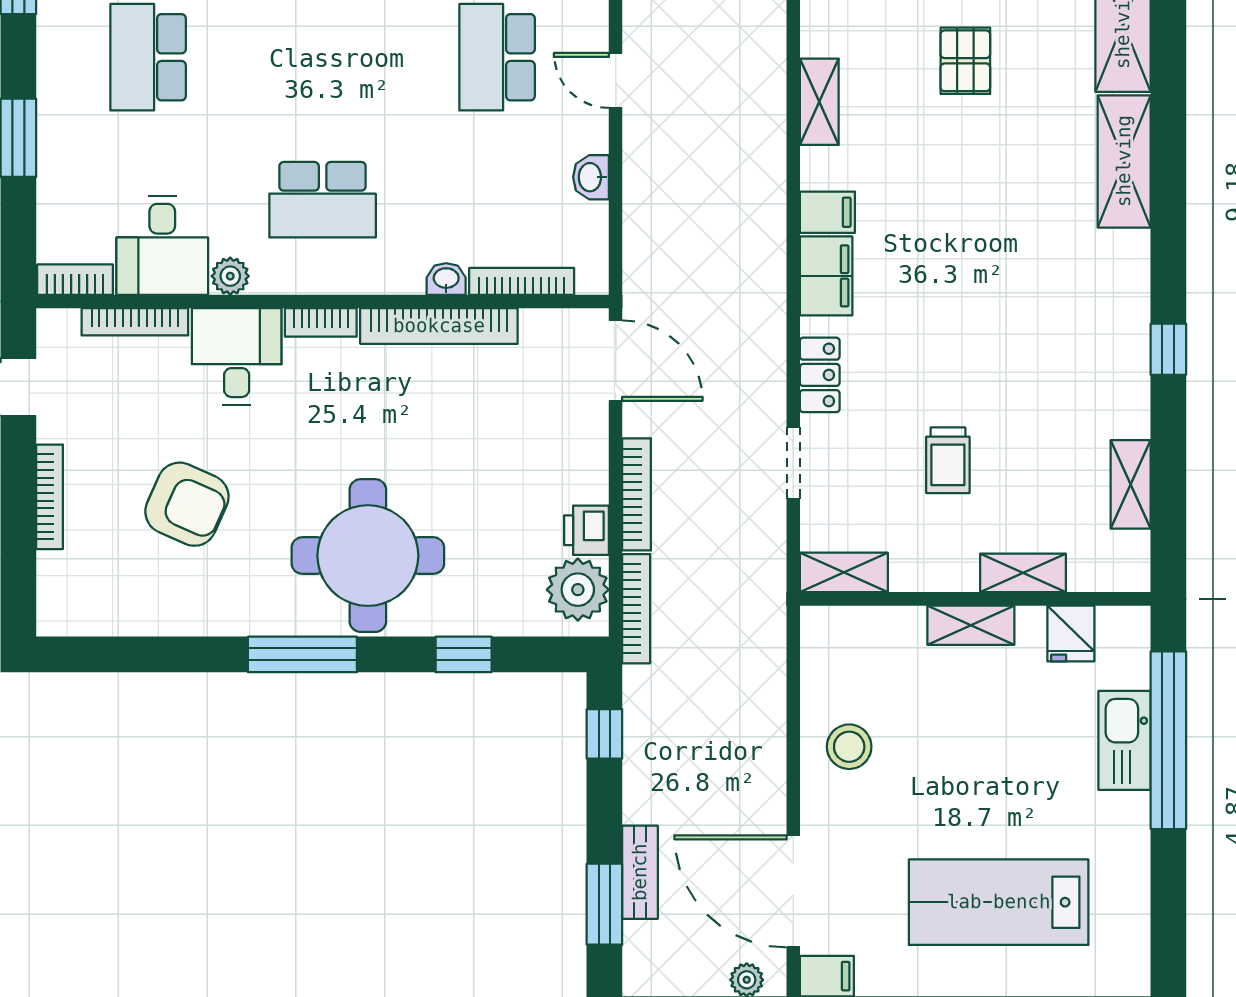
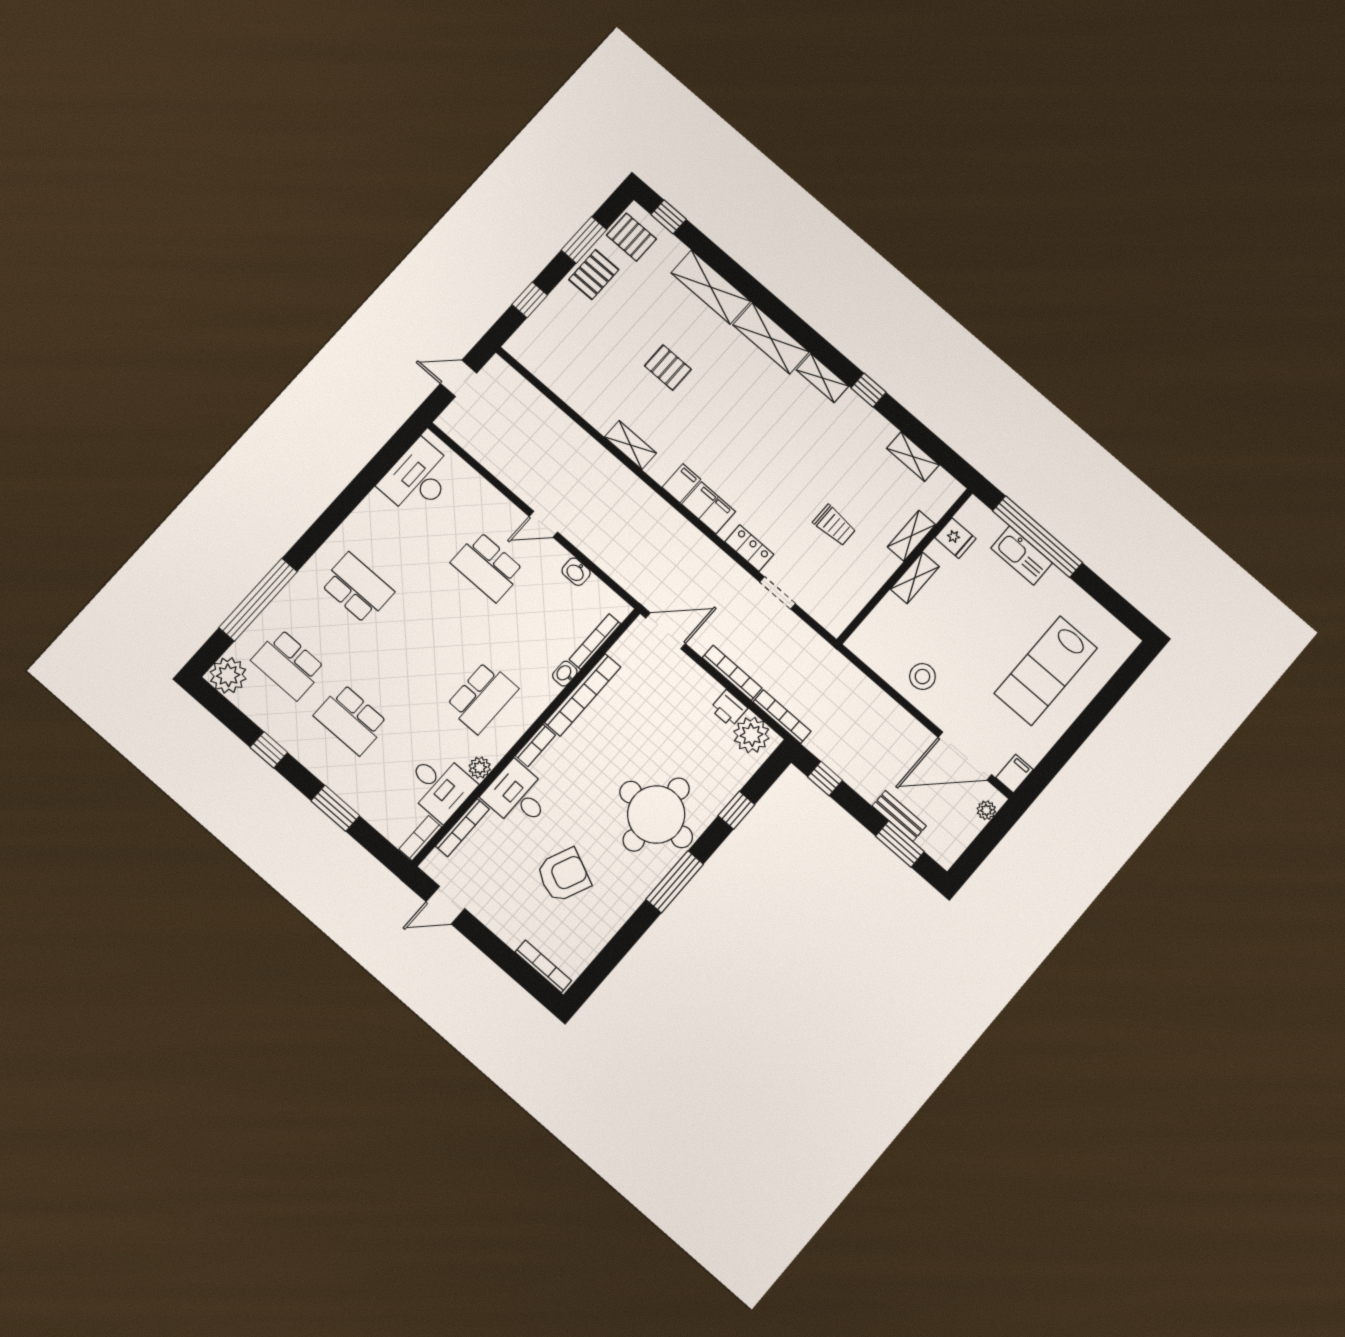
bookcase: (50, 497) -> (543, 966), moved
shelving: (844, 572) -> (822, 378), moved, turned 90

